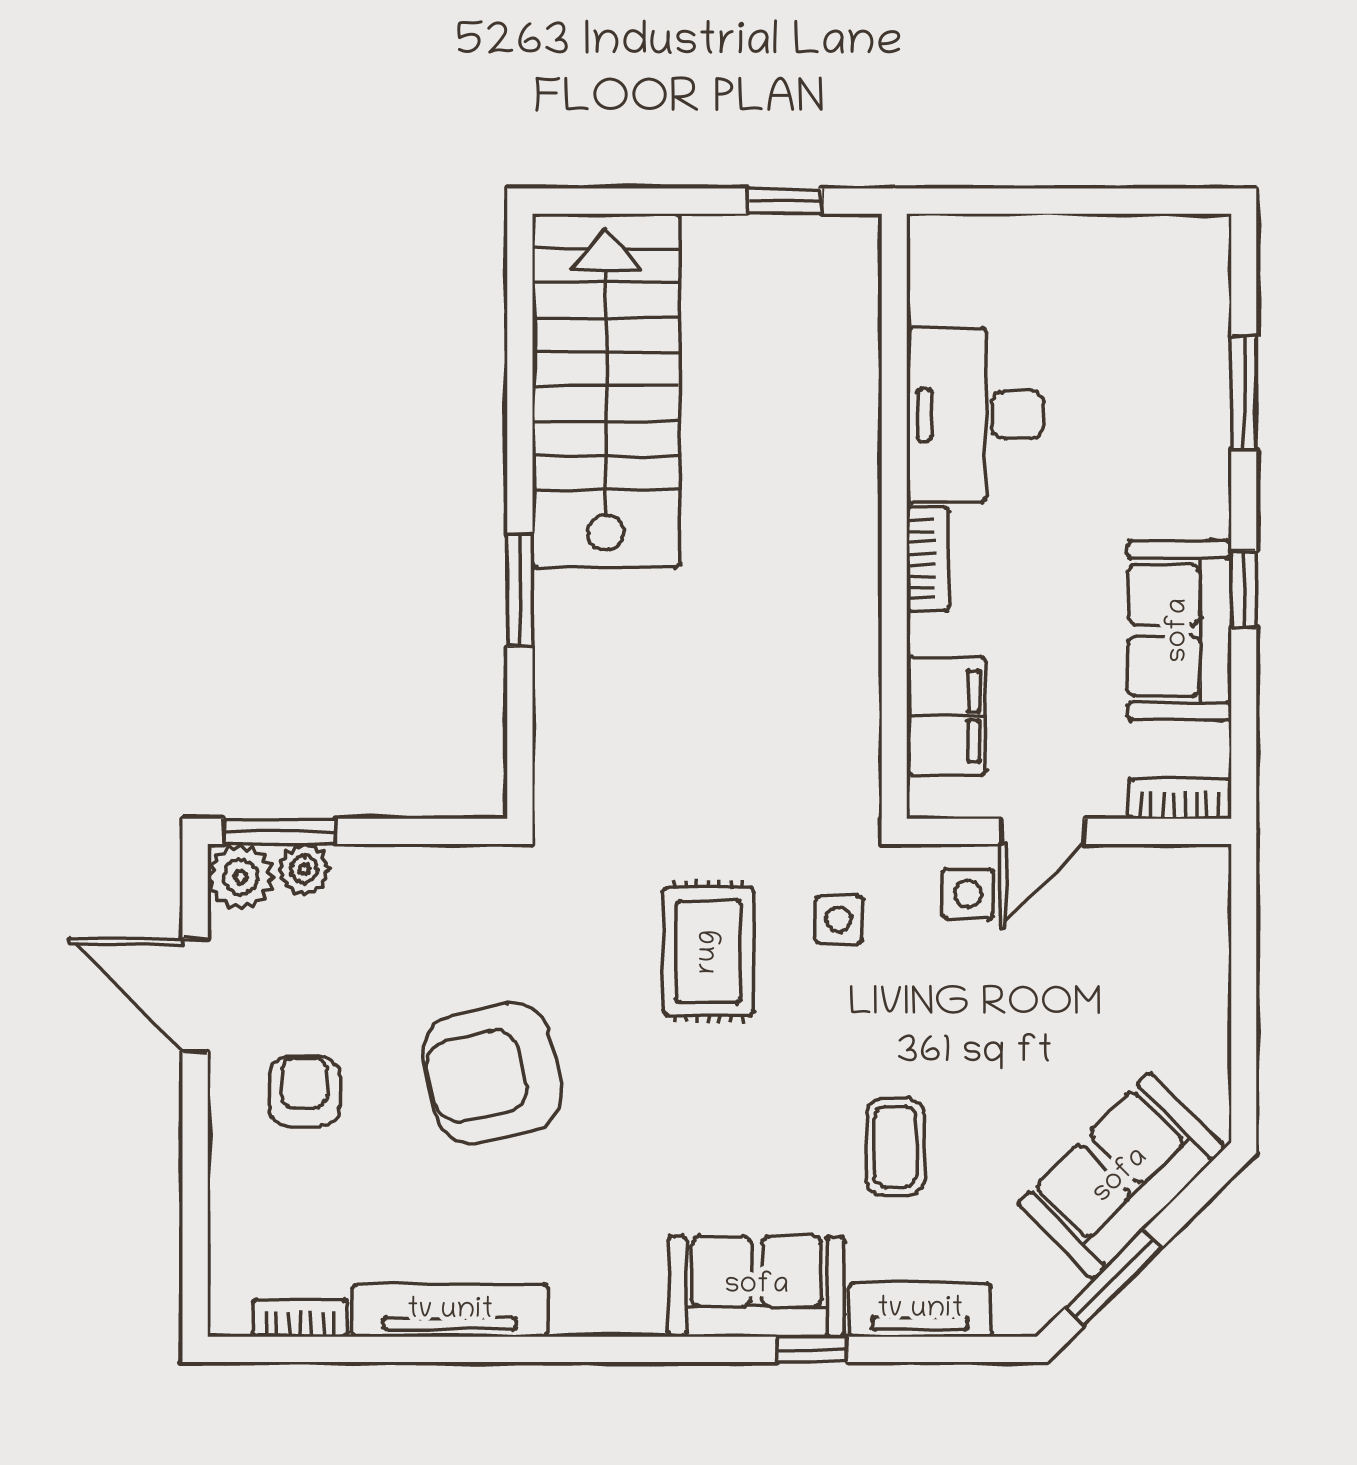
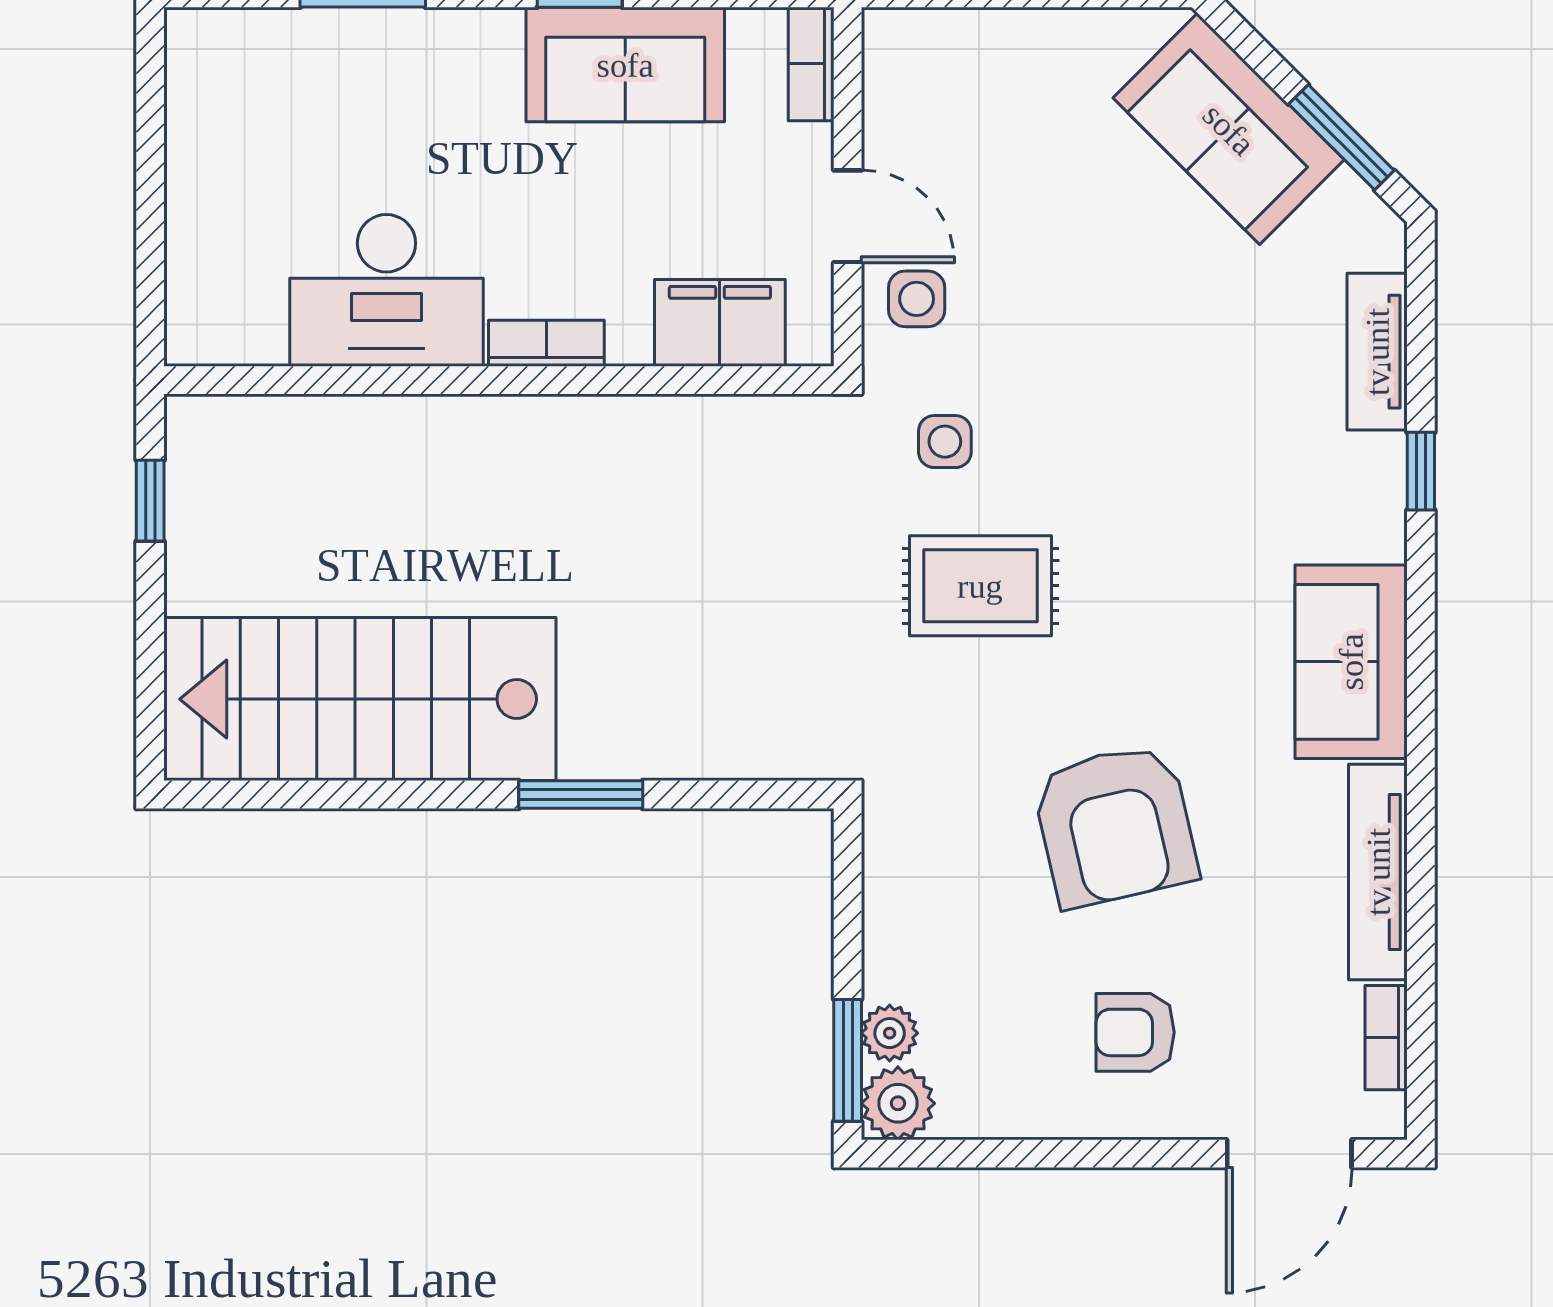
door: (195, 995) -> (1289, 1154), moved
coffee table: (895, 1147) -> (1196, 379), removed
sofa: (757, 1286) -> (1351, 662), moved

